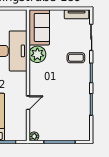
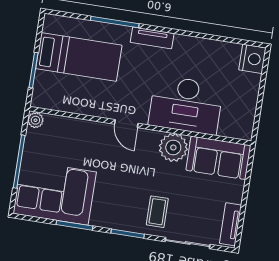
door: (28, 103) -> (126, 124), moved
corner sofa: (74, 119) -> (55, 193), added

